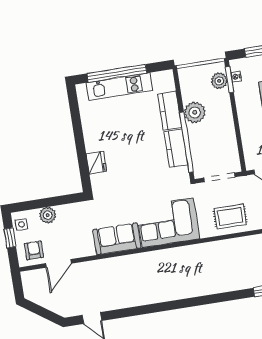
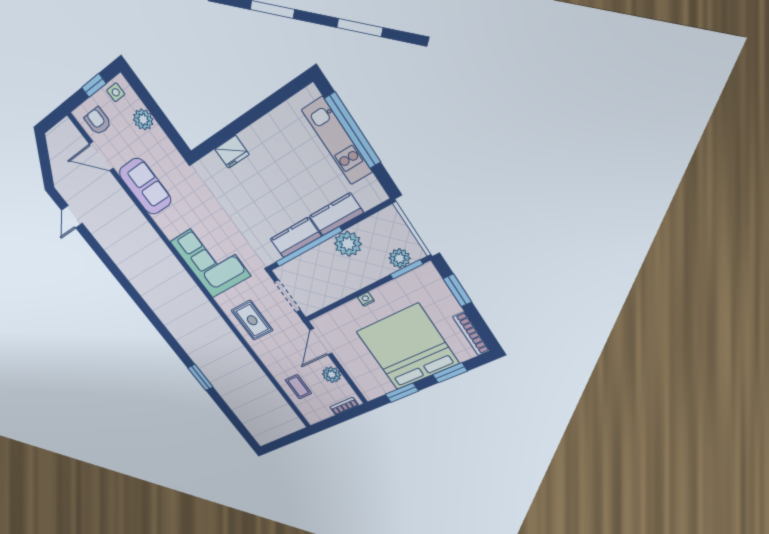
nightstand: (236, 77) -> (366, 299), moved
sofa: (117, 239) -> (145, 187), moved
armchair: (34, 250) -> (98, 121), turned -90

